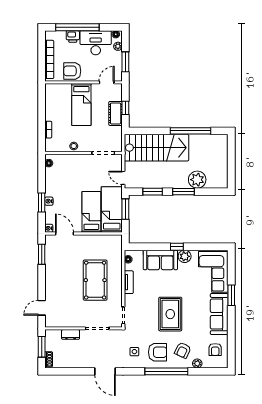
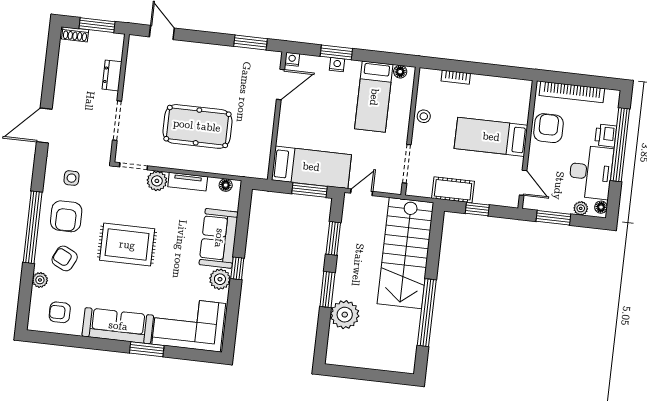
cot: (116, 113) -> (453, 190), moved
bed: (91, 212) -> (374, 97), moved, turned 90
plant: (130, 301) -> (157, 181), added

